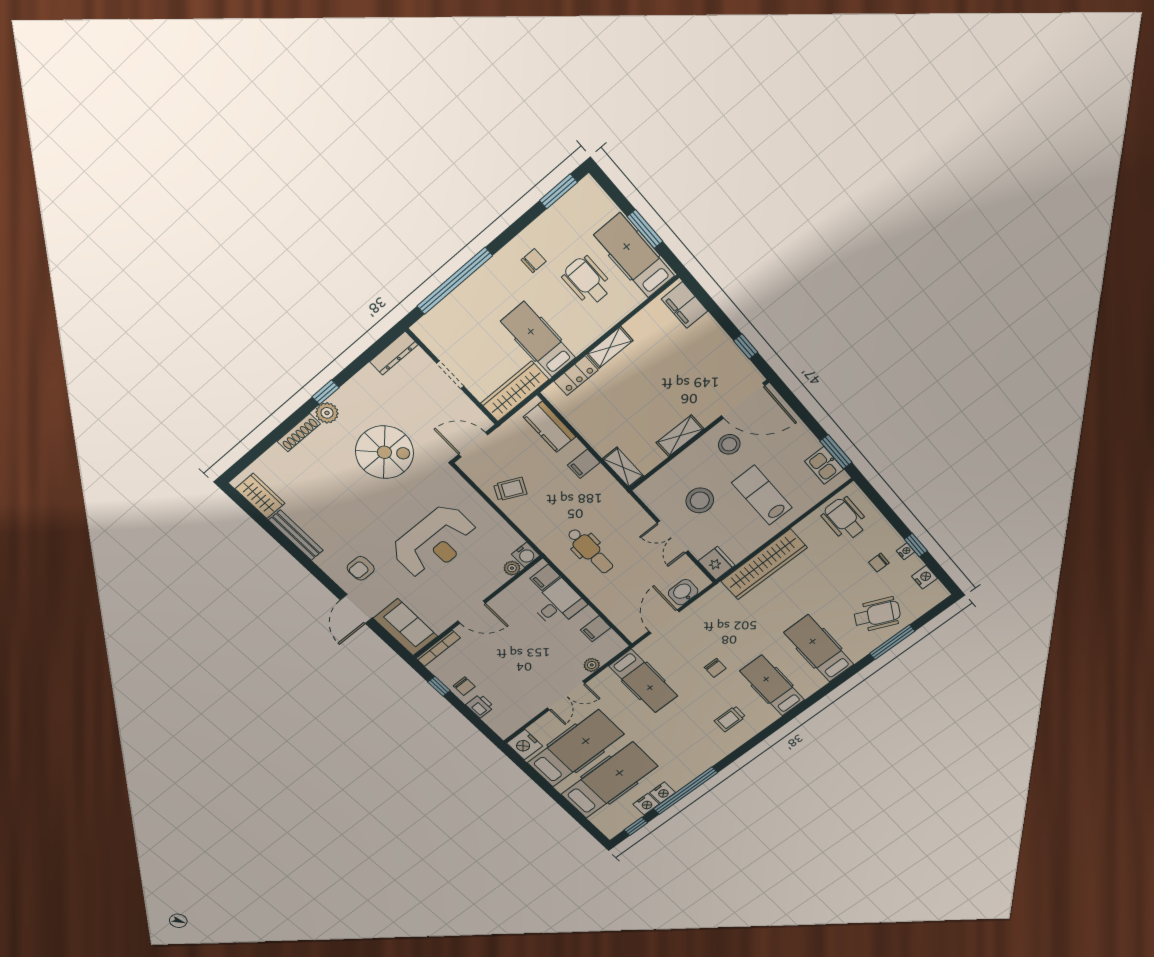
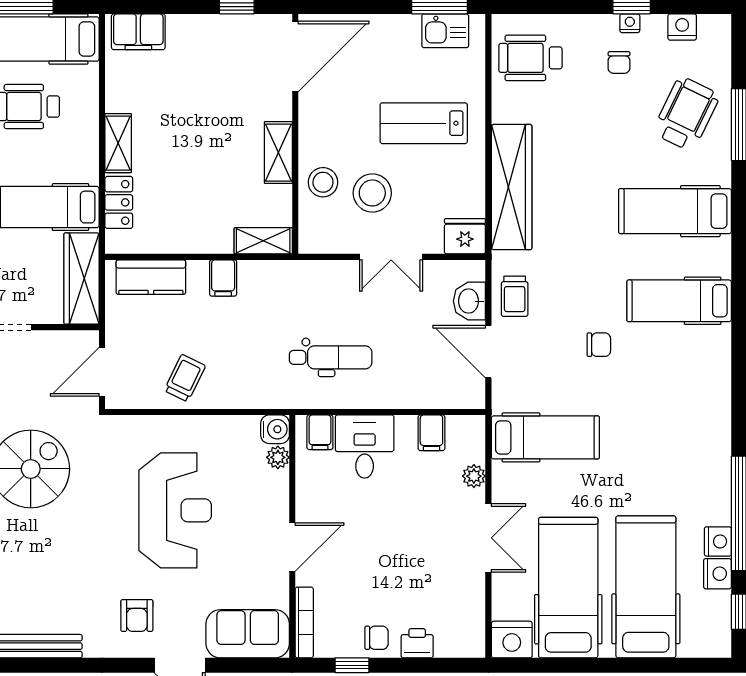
stool: (729, 444) -> (323, 182), moved
trolley: (730, 719) -> (515, 296), moved

